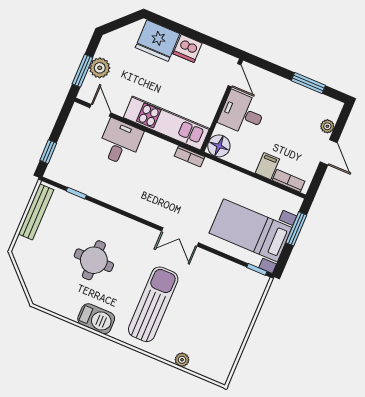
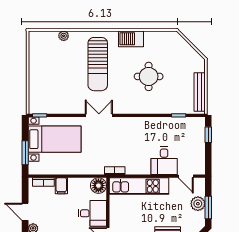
window: (83, 71) -> (208, 208), moved

